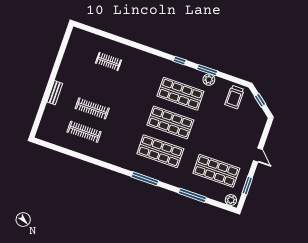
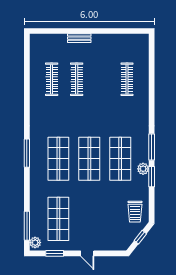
window: (180, 61) -> (152, 147), width x2.17
clothes rail: (109, 62) -> (127, 79), width x1.36
plant: (209, 80) -> (143, 169), moved
trolley: (234, 97) -> (135, 212), turned -90
door: (258, 155) -> (87, 253), hinge flipped
window: (192, 195) -> (27, 226), moved

